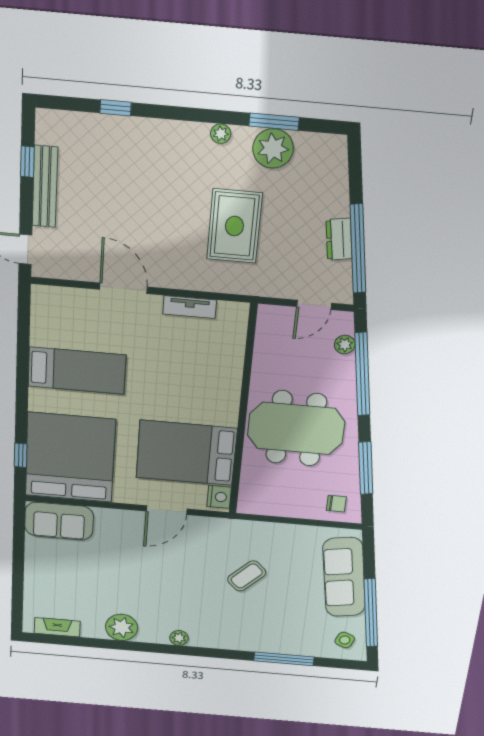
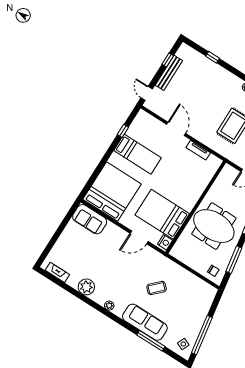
window: (21, 455) -> (123, 131), moved
sofa: (344, 577) -> (145, 322), moved, turned 99

